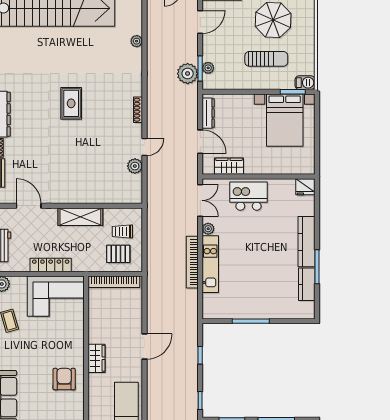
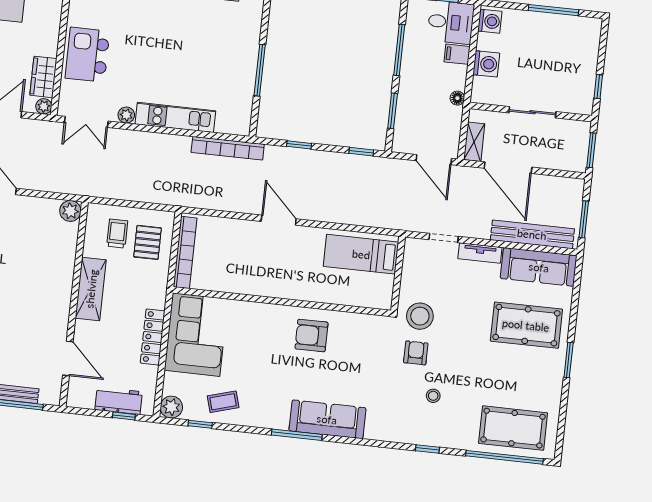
plant: (135, 166) -> (70, 211), moved
plant: (208, 169) -> (44, 106), added
double door: (200, 200) -> (86, 122), swing flipped
door: (29, 206) -> (68, 358), swing flipped
trolley: (122, 231) -> (117, 233), turned 180
bookcase: (192, 262) -> (228, 148), moved
wardrobe: (97, 358) -> (288, 288), removed

